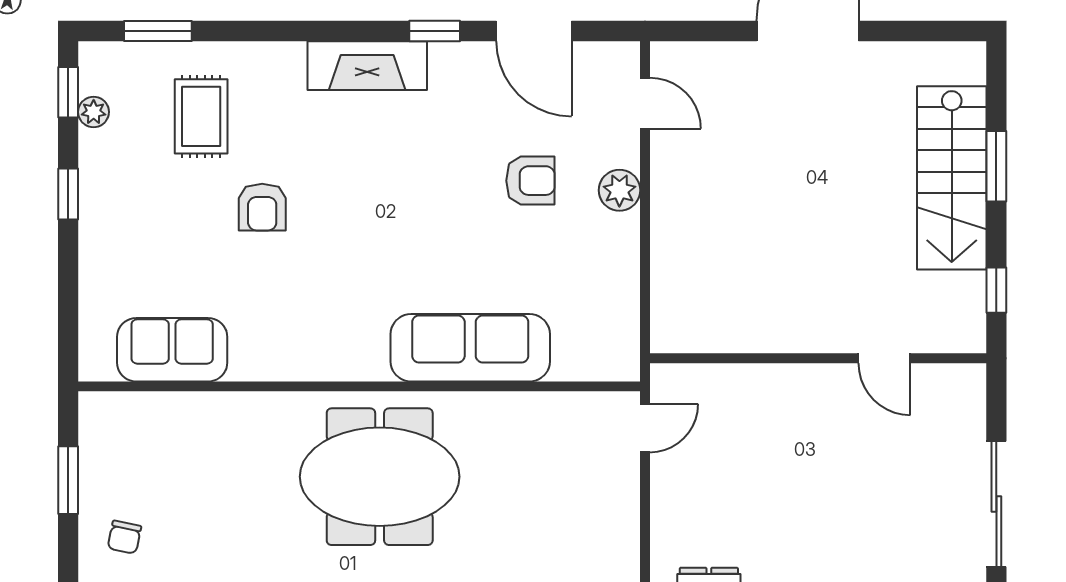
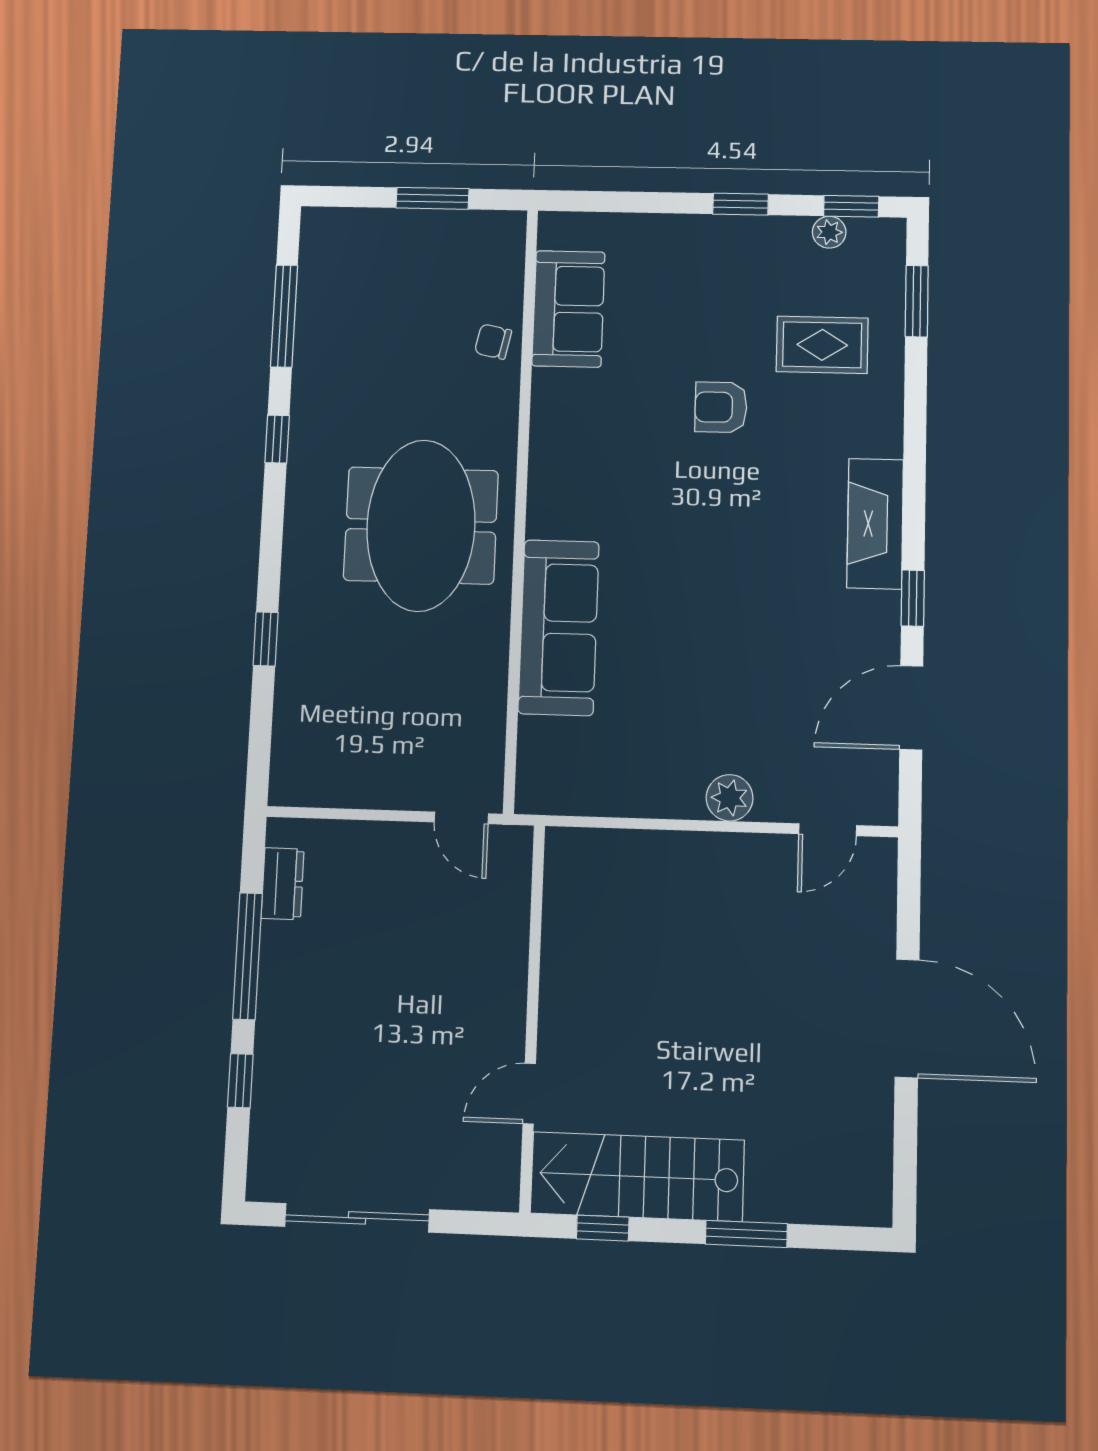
stairs: (952, 178) -> (637, 1177), moved
armchair: (530, 181) -> (743, 699), removed
chair: (124, 537) -> (493, 342), moved

